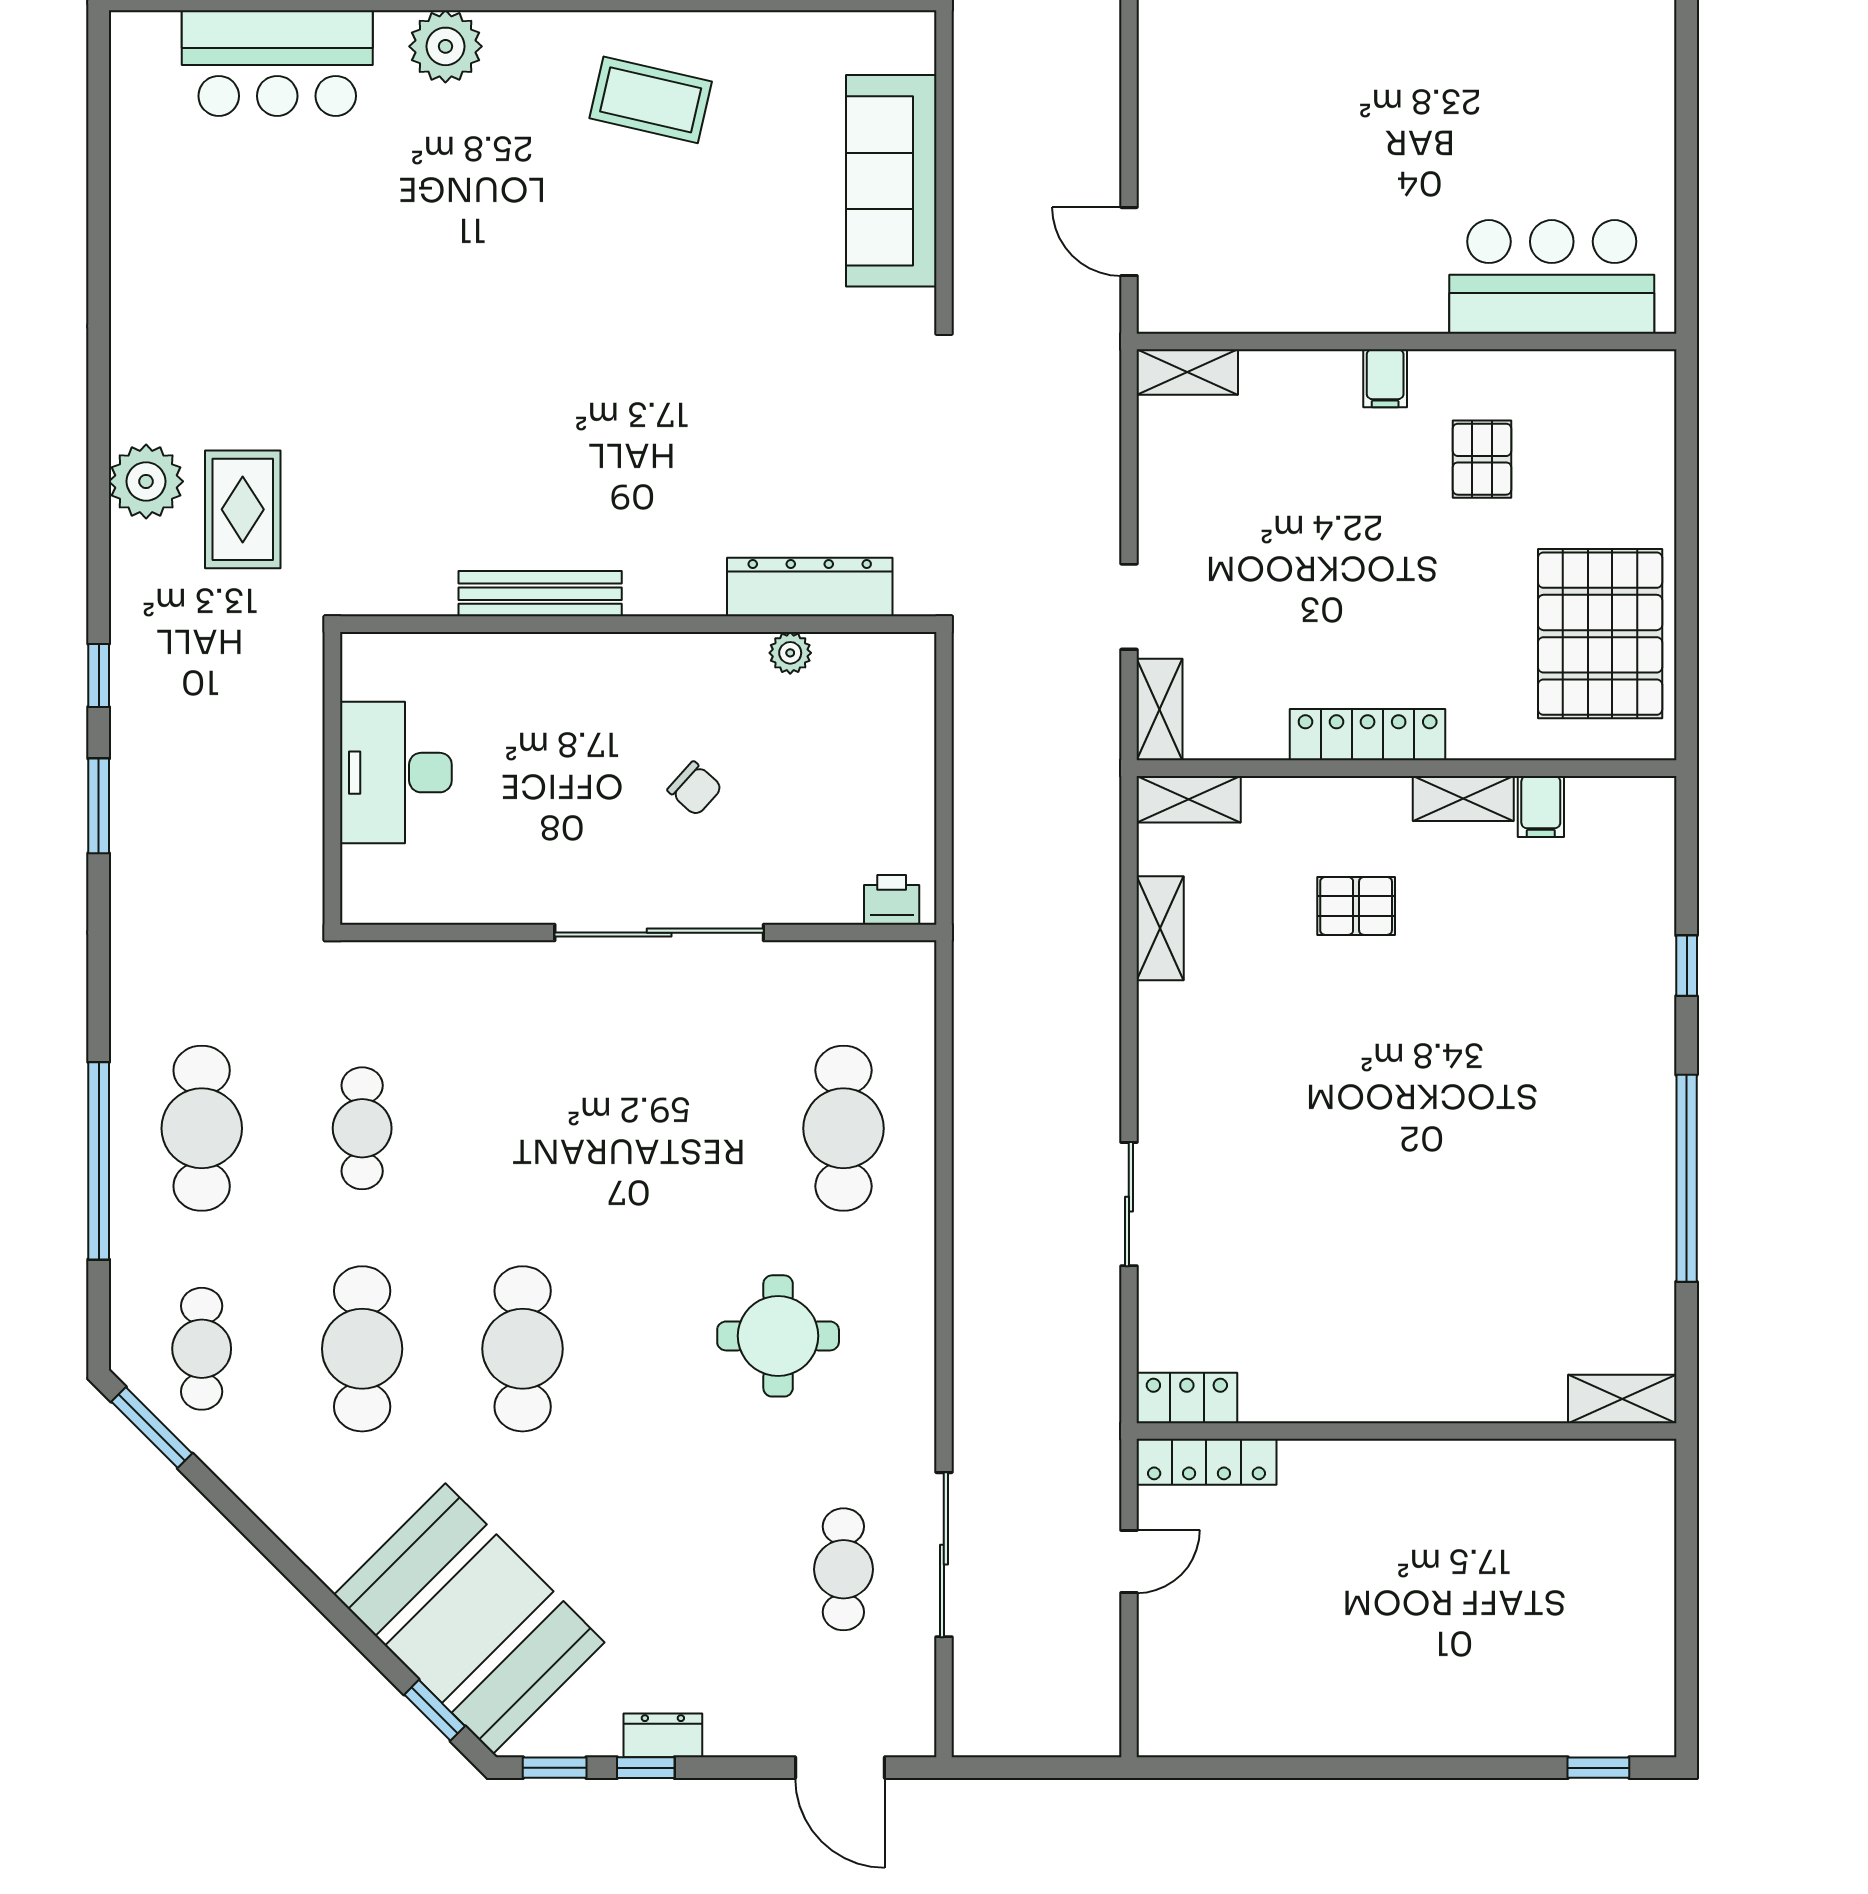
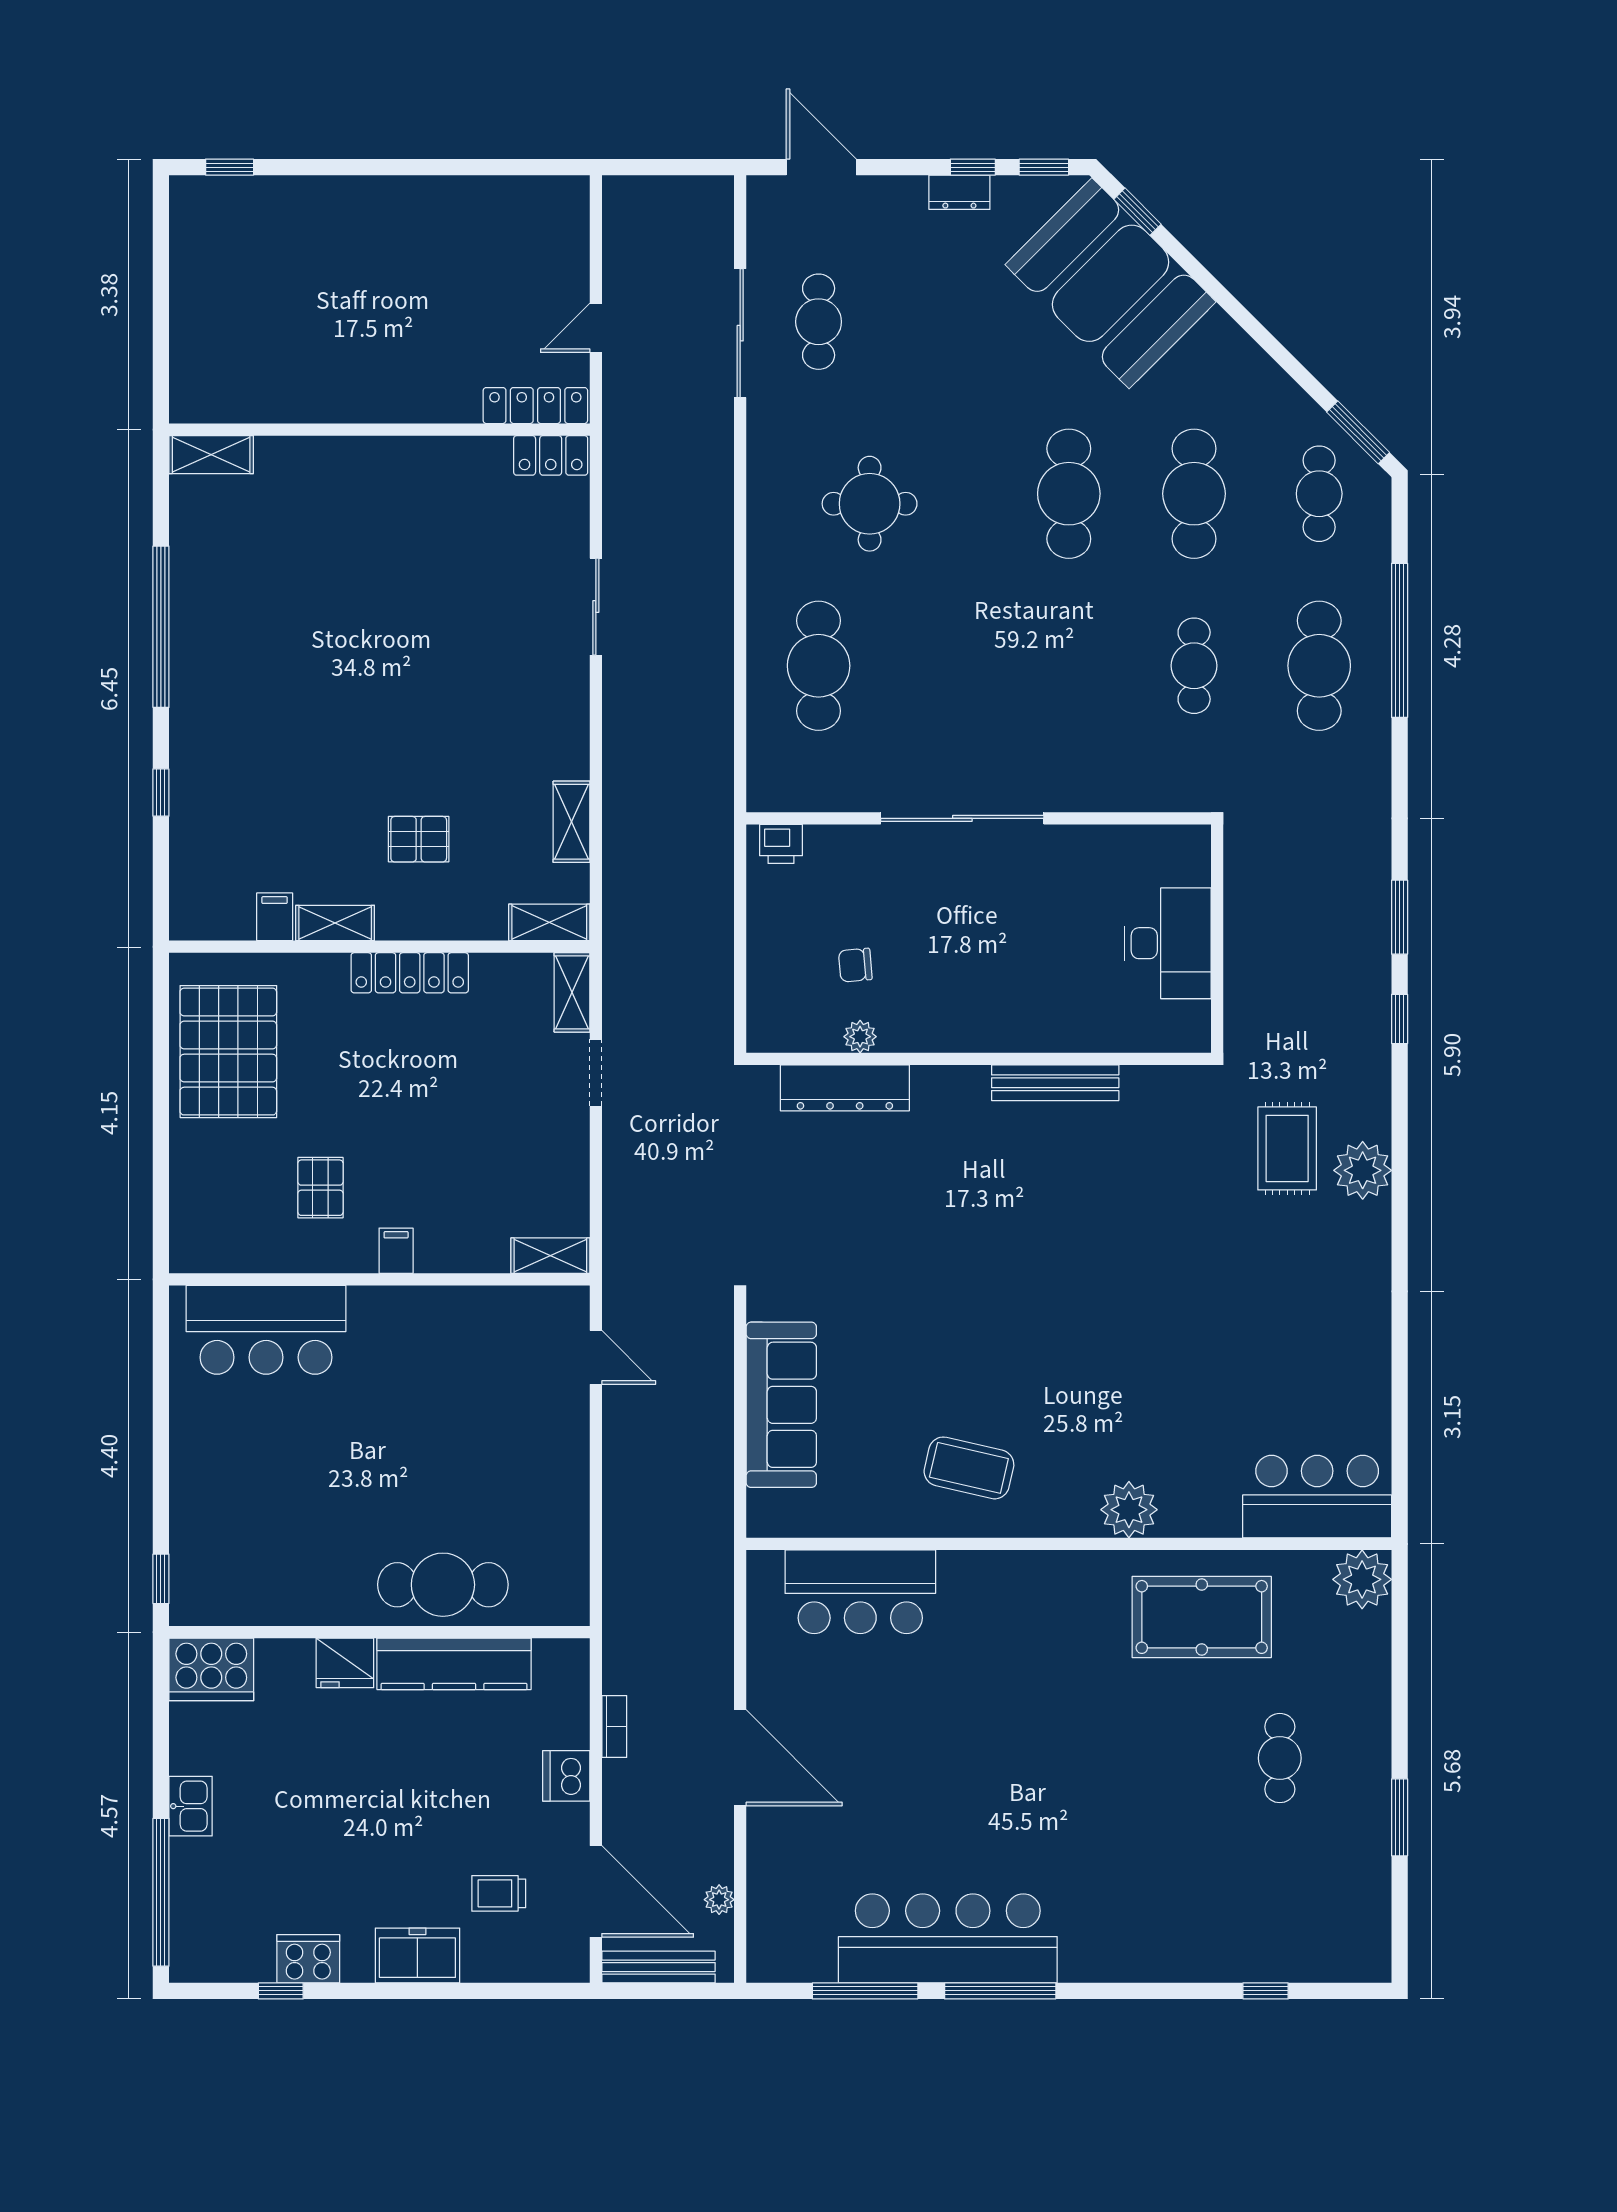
bar counter: (277, 63) -> (1317, 1497), moved
chair: (695, 789) -> (855, 965), moved, turned -47

